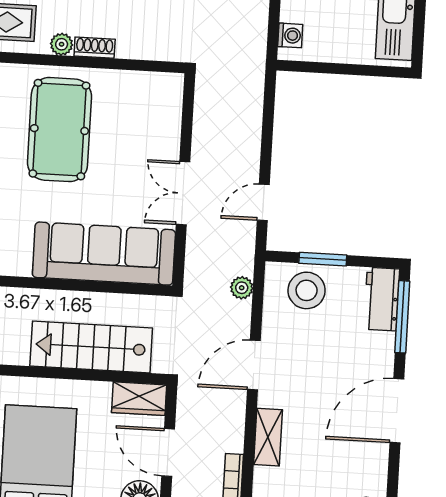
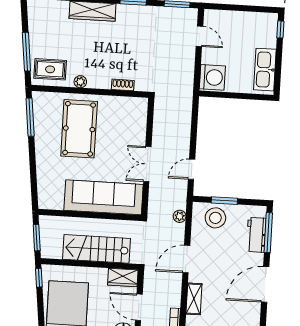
washing machine: (290, 35) -> (212, 77), width x1.89, depth x1.89
shoe rack: (95, 48) -> (123, 85), moved
workbench: (382, 299) -> (256, 235), moved

